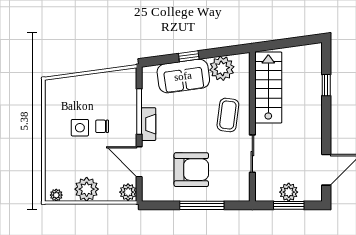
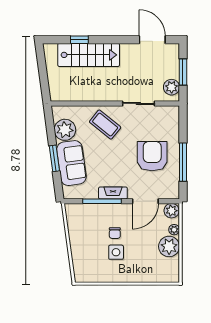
window: (189, 56) -> (54, 158), width x1.50
stairs: (268, 87) -> (89, 55), moved, turned 180
coffee table: (228, 115) -> (105, 125), turned 32
plant: (289, 192) -> (172, 87), moved
plant: (56, 195) -> (174, 230), moved
window: (202, 205) -> (183, 162), moved

